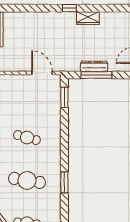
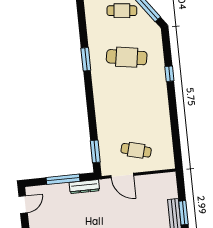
dresser: (94, 66) -> (84, 187), moved
cafe table: (27, 138) -> (136, 150), moved

